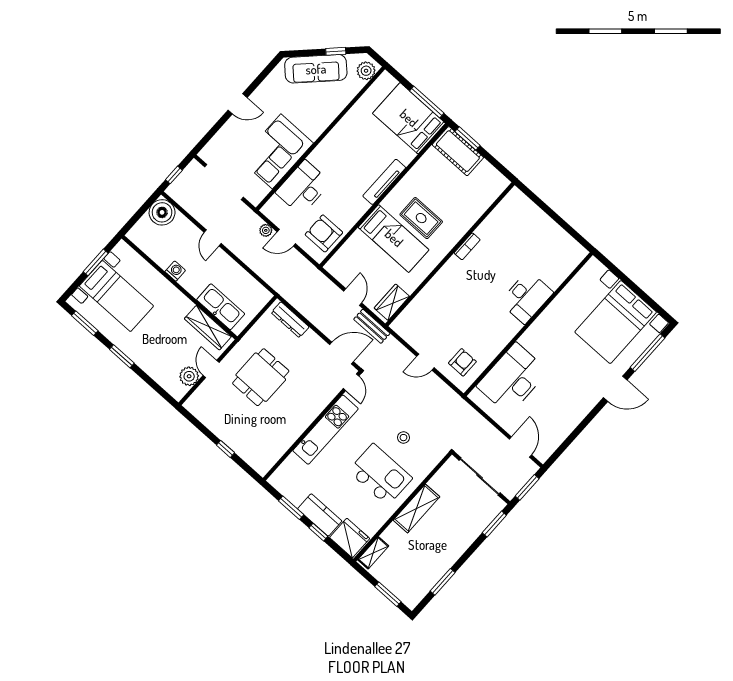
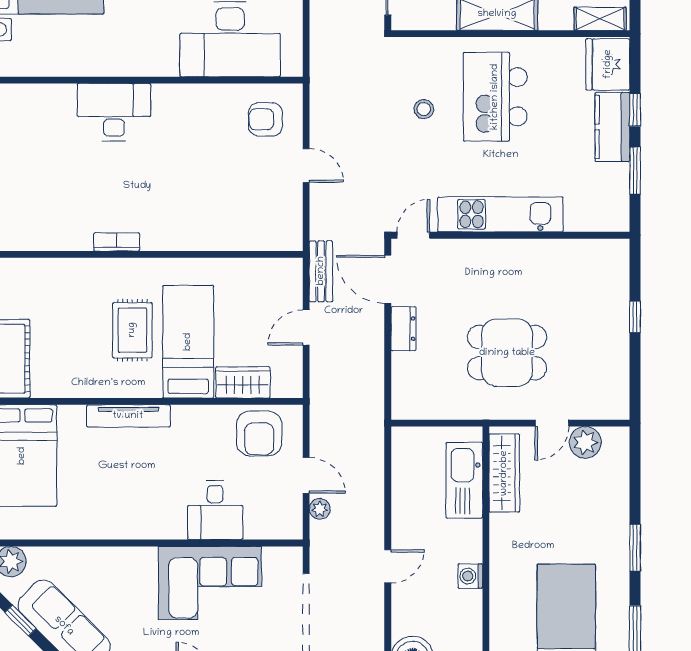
desk: (303, 188) -> (215, 510), width x0.73
wardrobe: (392, 302) -> (243, 382), moved, turned 180
dresser: (290, 320) -> (403, 329), moved, width x0.70

